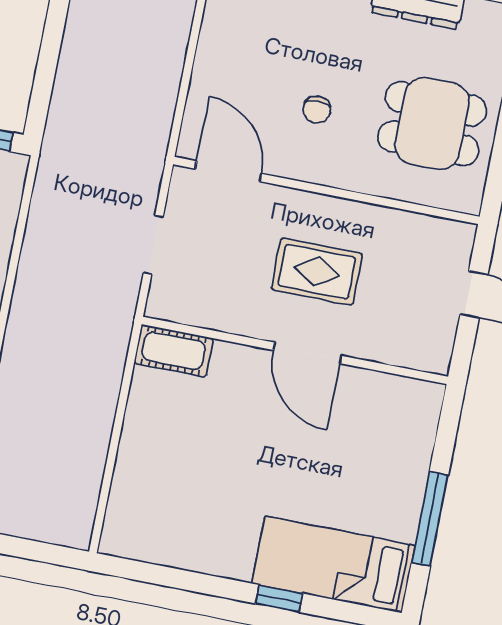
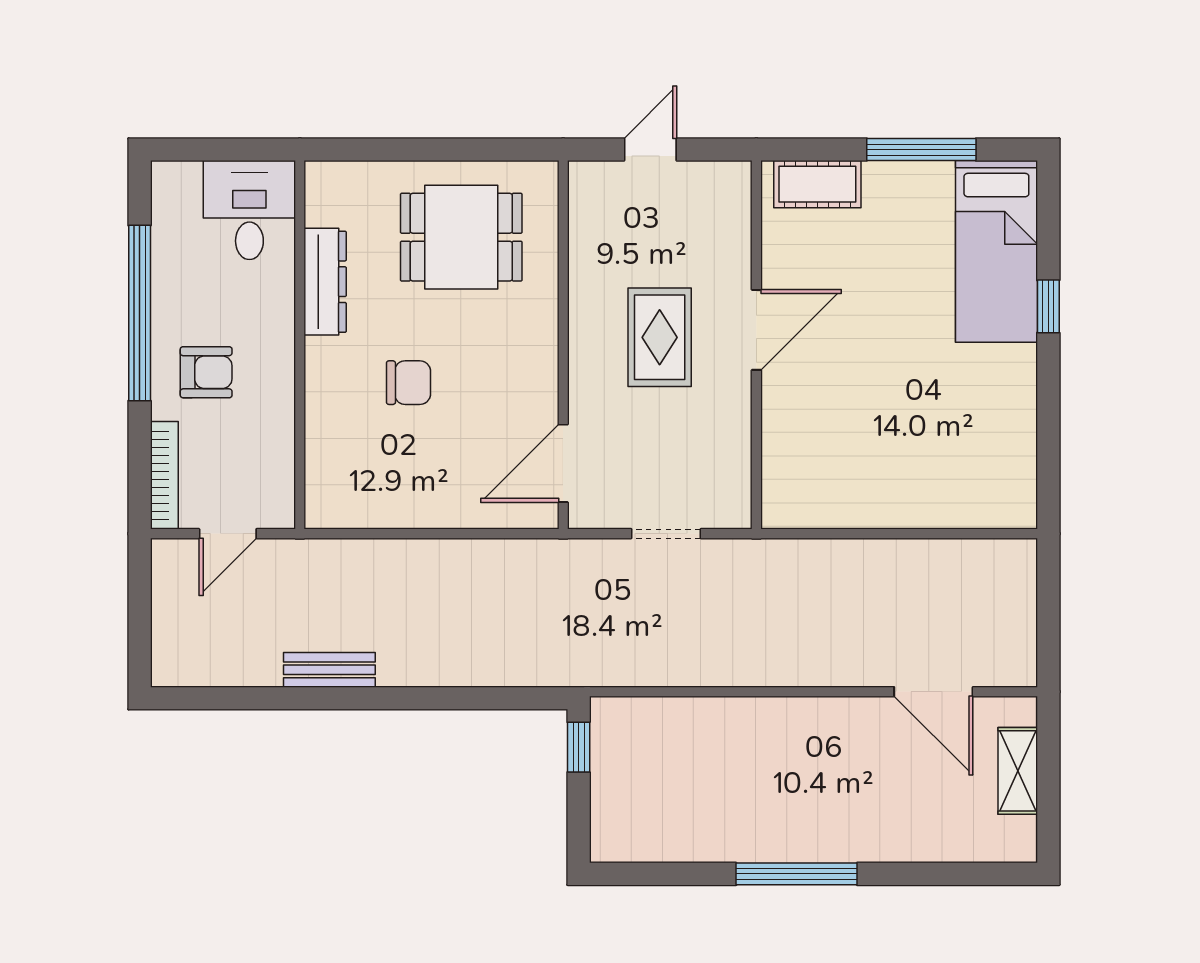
chair: (317, 110) -> (408, 383), moved, width x1.37, depth x1.37
dining table: (432, 124) -> (461, 237), turned 90
cot: (174, 351) -> (817, 184), moved, turned 90

